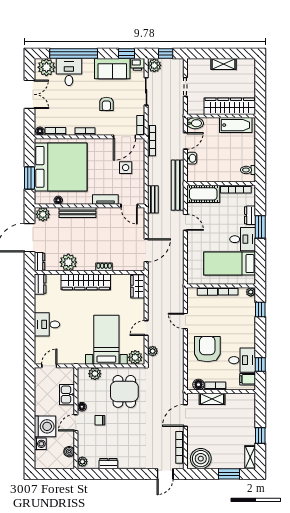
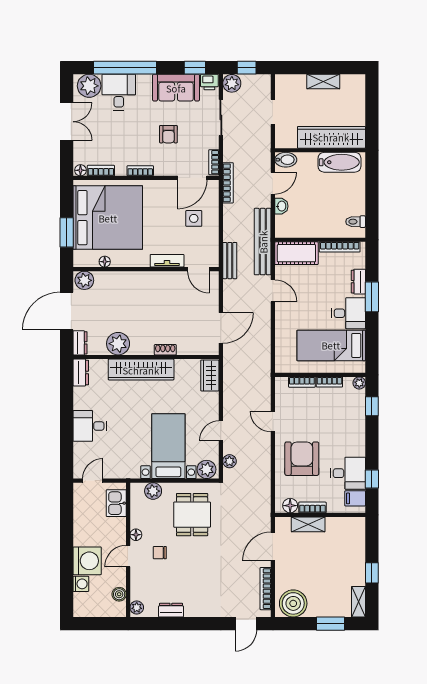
bench: (78, 212) -> (130, 278), removed
kitchen sink: (67, 395) -> (116, 503), moved

